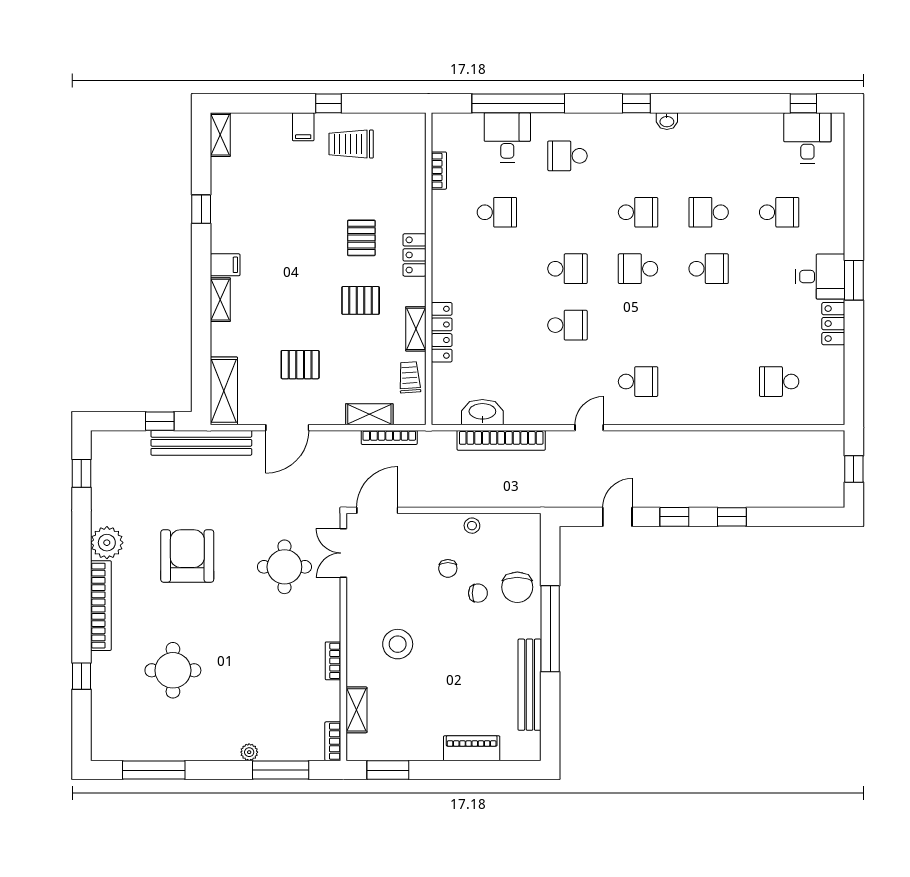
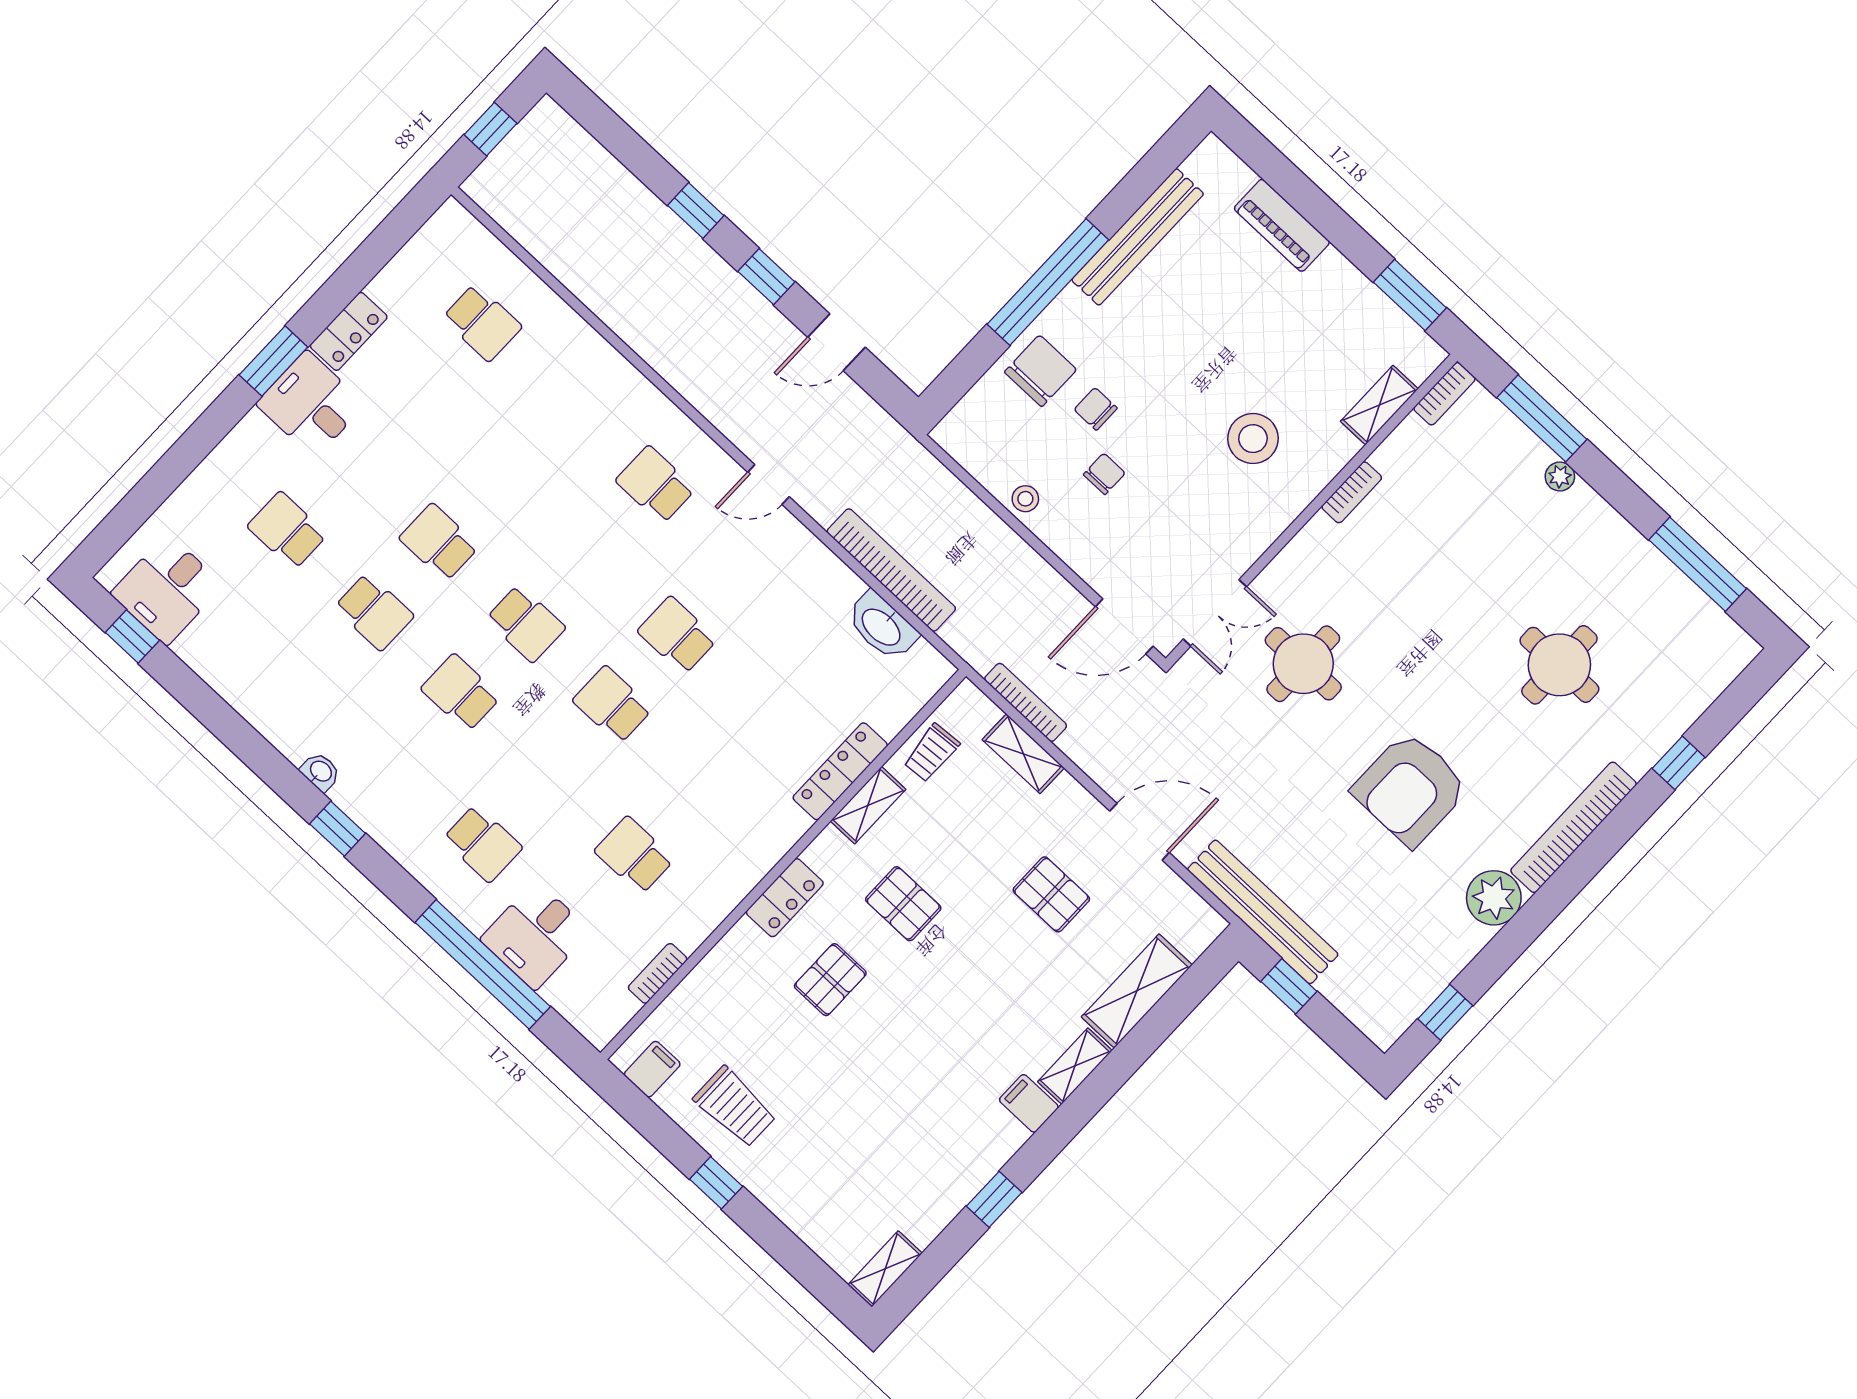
filing cabinet: (303, 127) -> (652, 1069), moved
shelving: (224, 391) -> (1137, 991), moved

